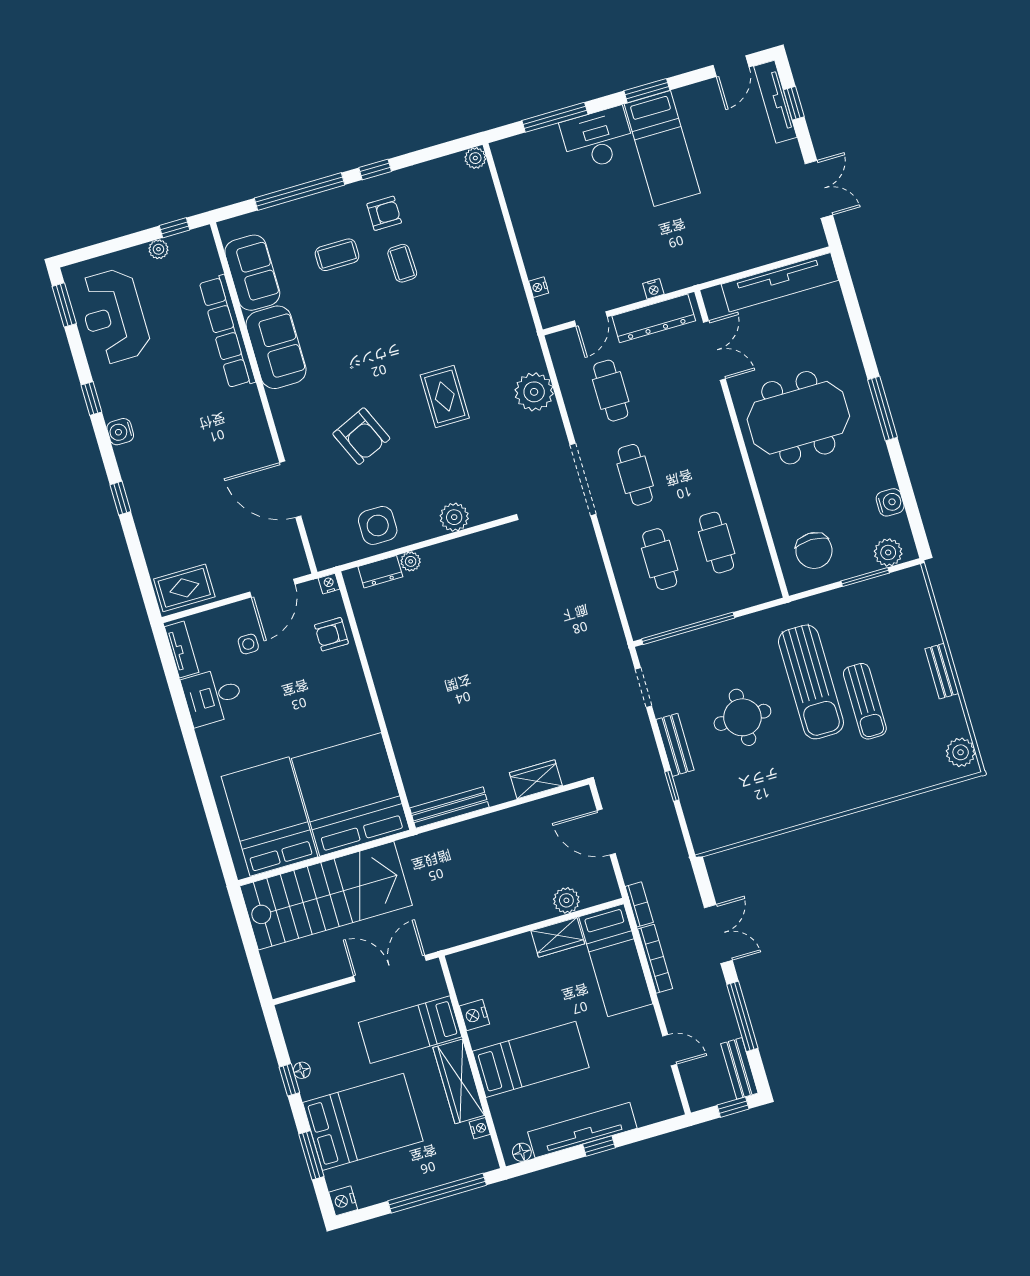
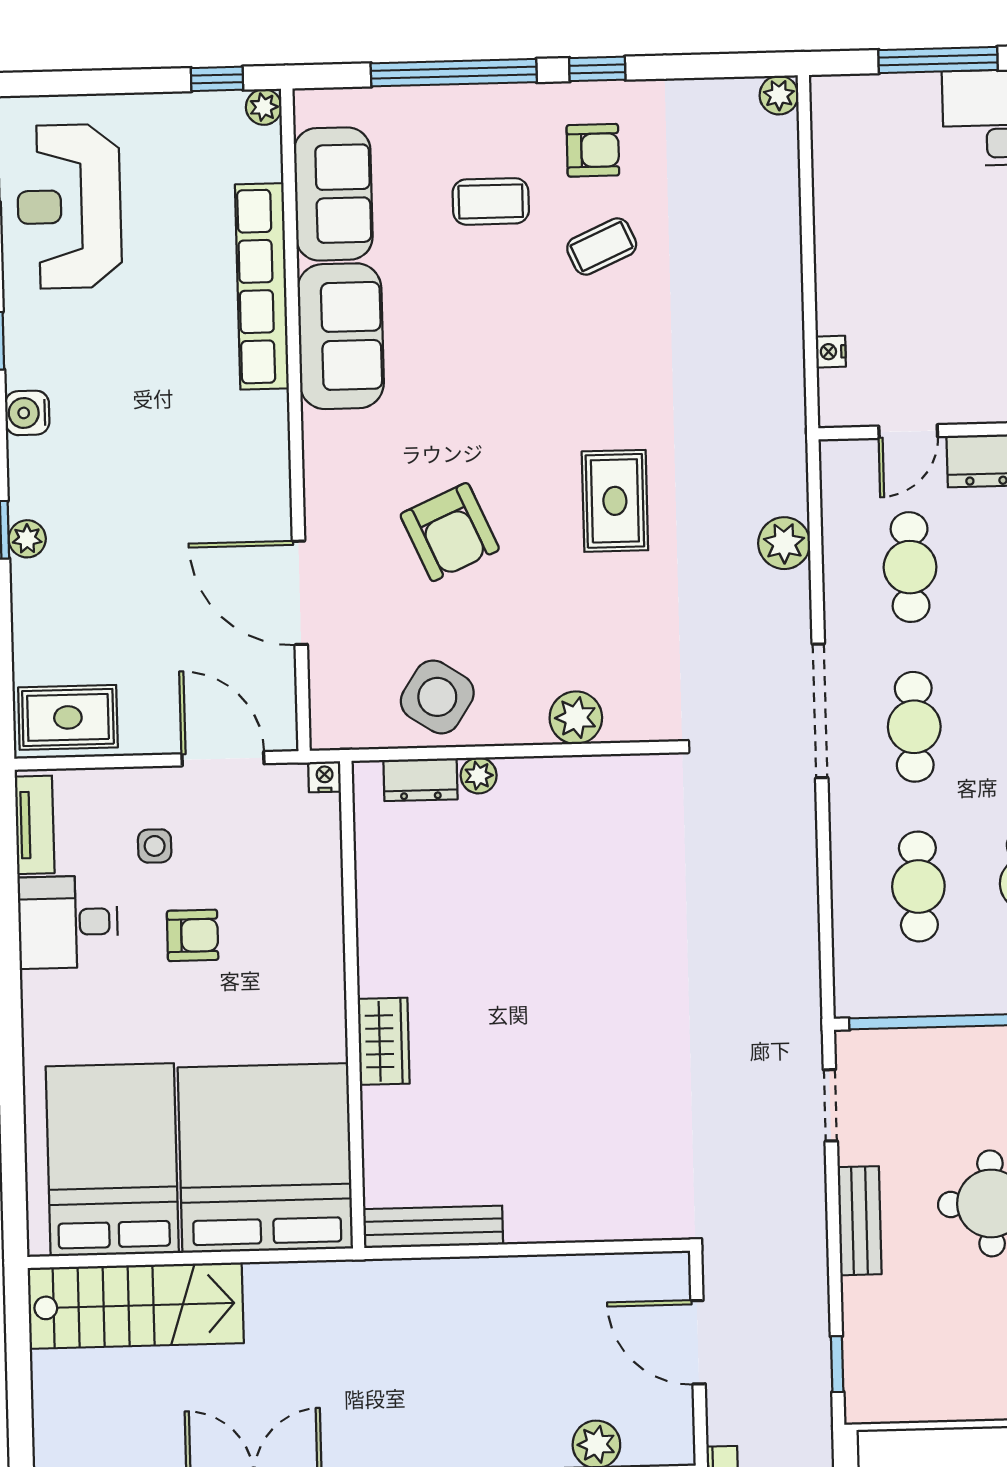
plant: (158, 249) -> (264, 107), moved
coffee table: (402, 263) -> (602, 246), turned 68
plant: (534, 392) -> (784, 543), width x0.73, depth x0.73
plant: (138, 499) -> (27, 539), added
side table: (378, 525) -> (437, 697), turned 33
door: (272, 588) -> (223, 759), swing flipped
armchair: (331, 634) -> (193, 935), moved, turned 180
wardrobe: (536, 779) -> (384, 1041), moved, turned 90
window: (672, 786) -> (837, 1364), moved
stairs: (326, 896) -> (136, 1306), width x0.73, depth x0.66

